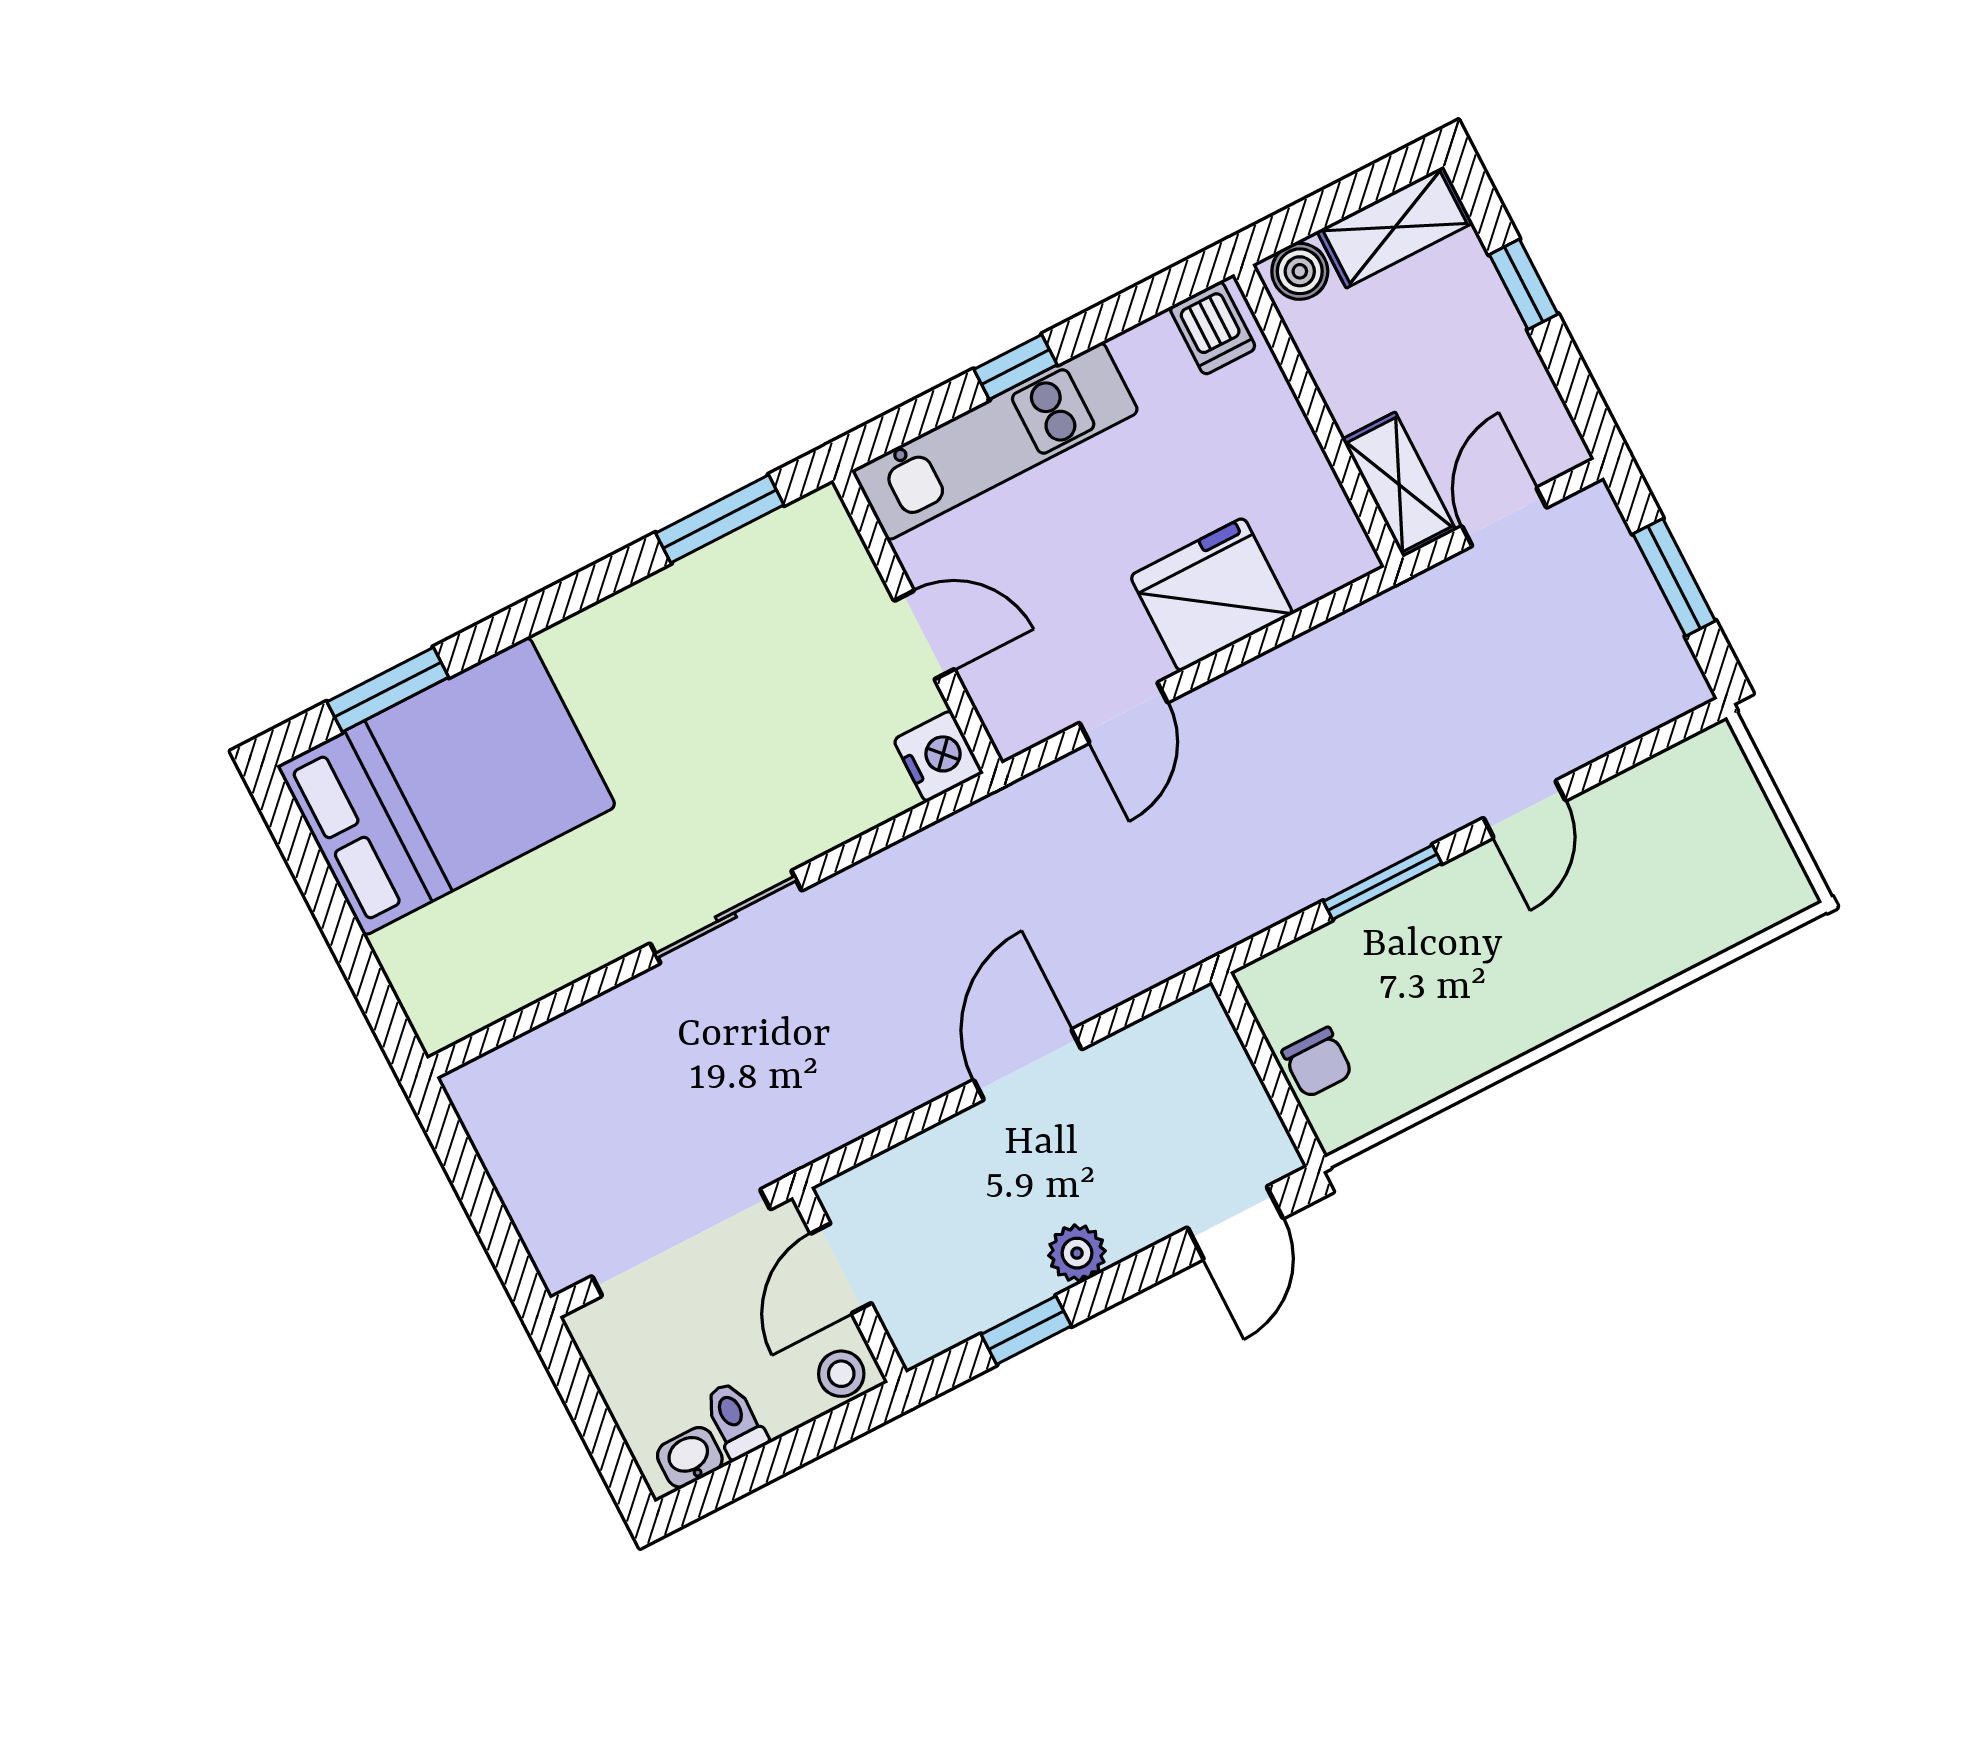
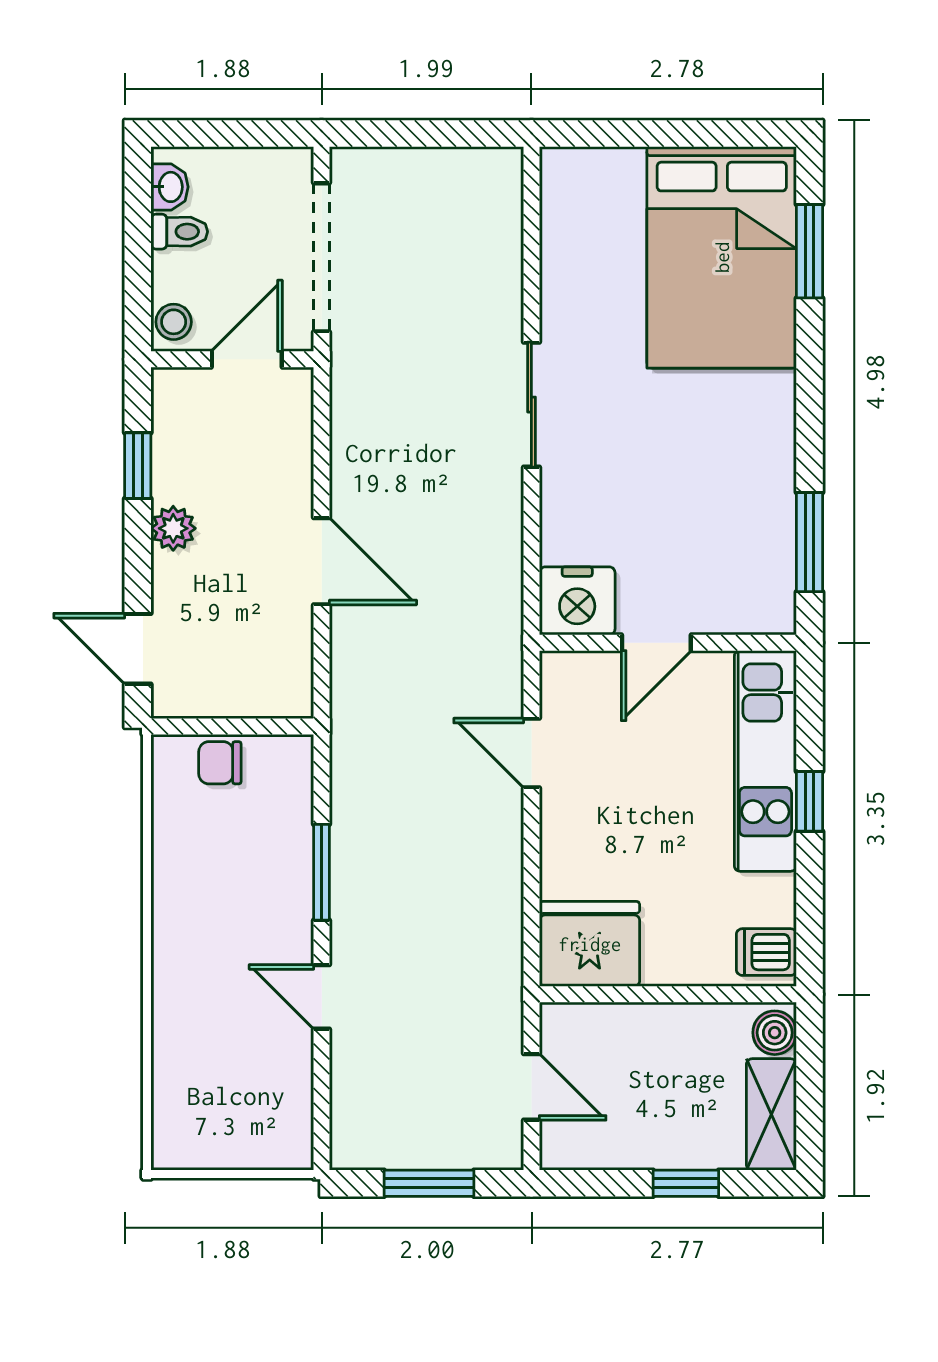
shelving: (1399, 485) -> (591, 1026), removed
fridge: (1212, 595) -> (590, 944), moved, turned -90
nightstand: (938, 756) -> (577, 601), width x1.36, depth x1.33
door: (841, 1268) -> (247, 359), hinge flipped

